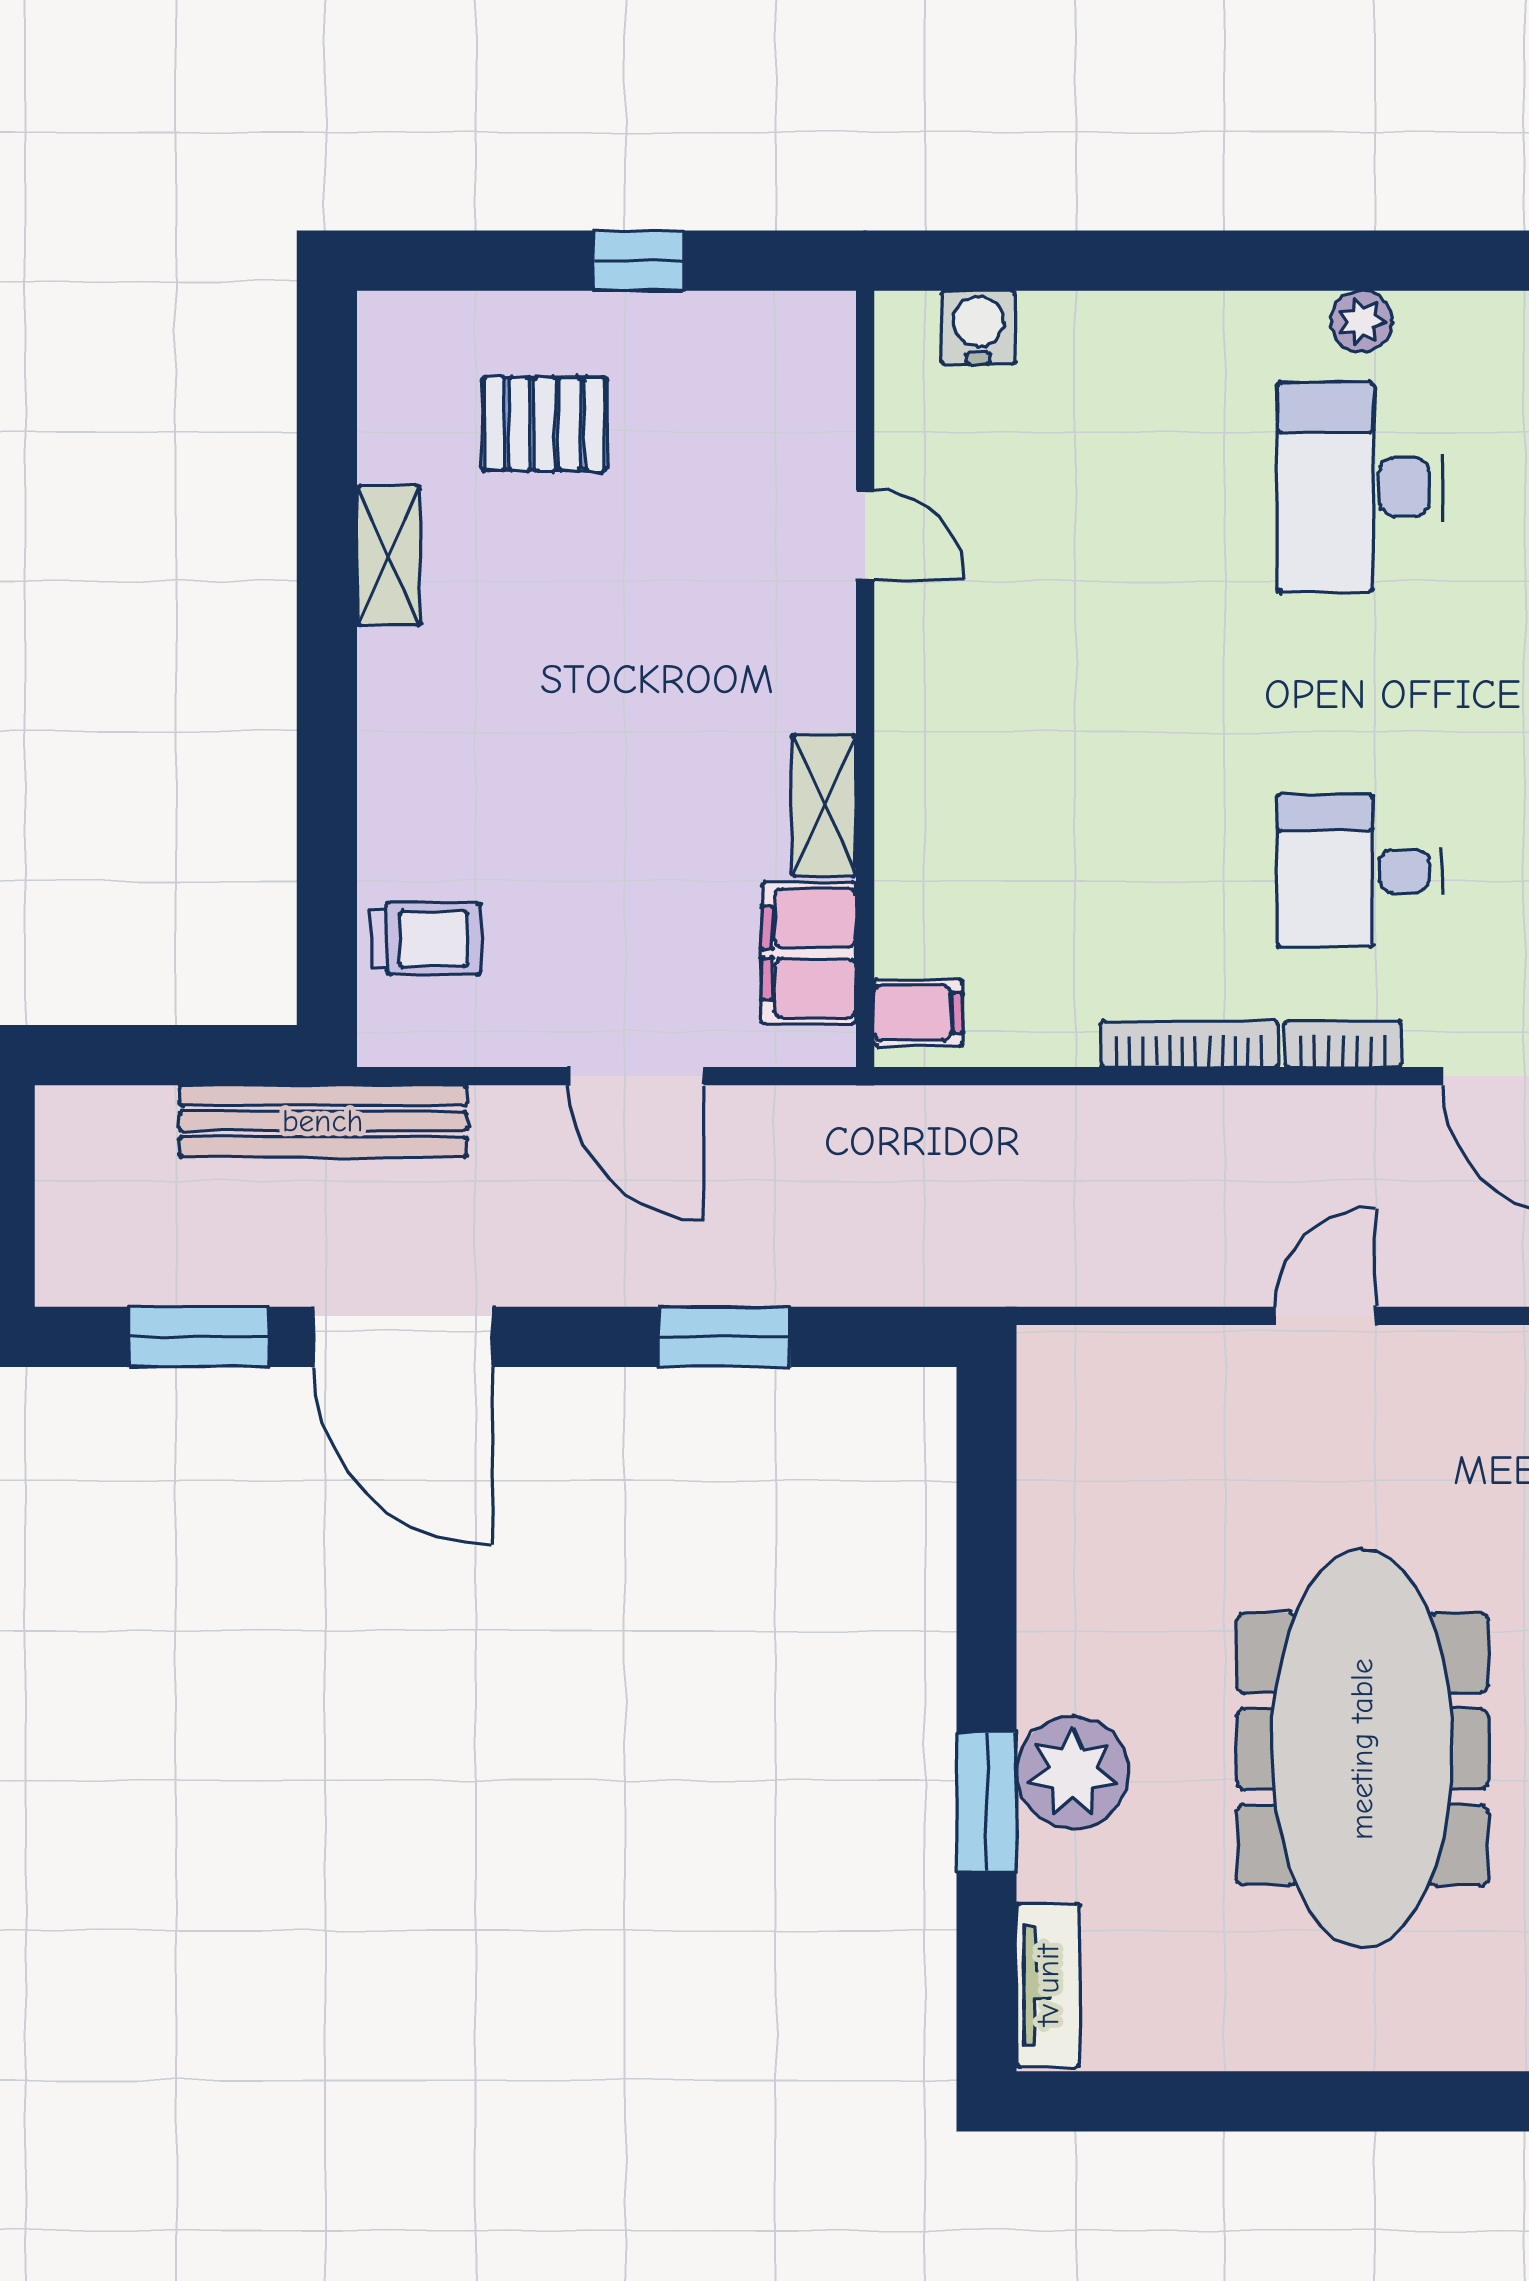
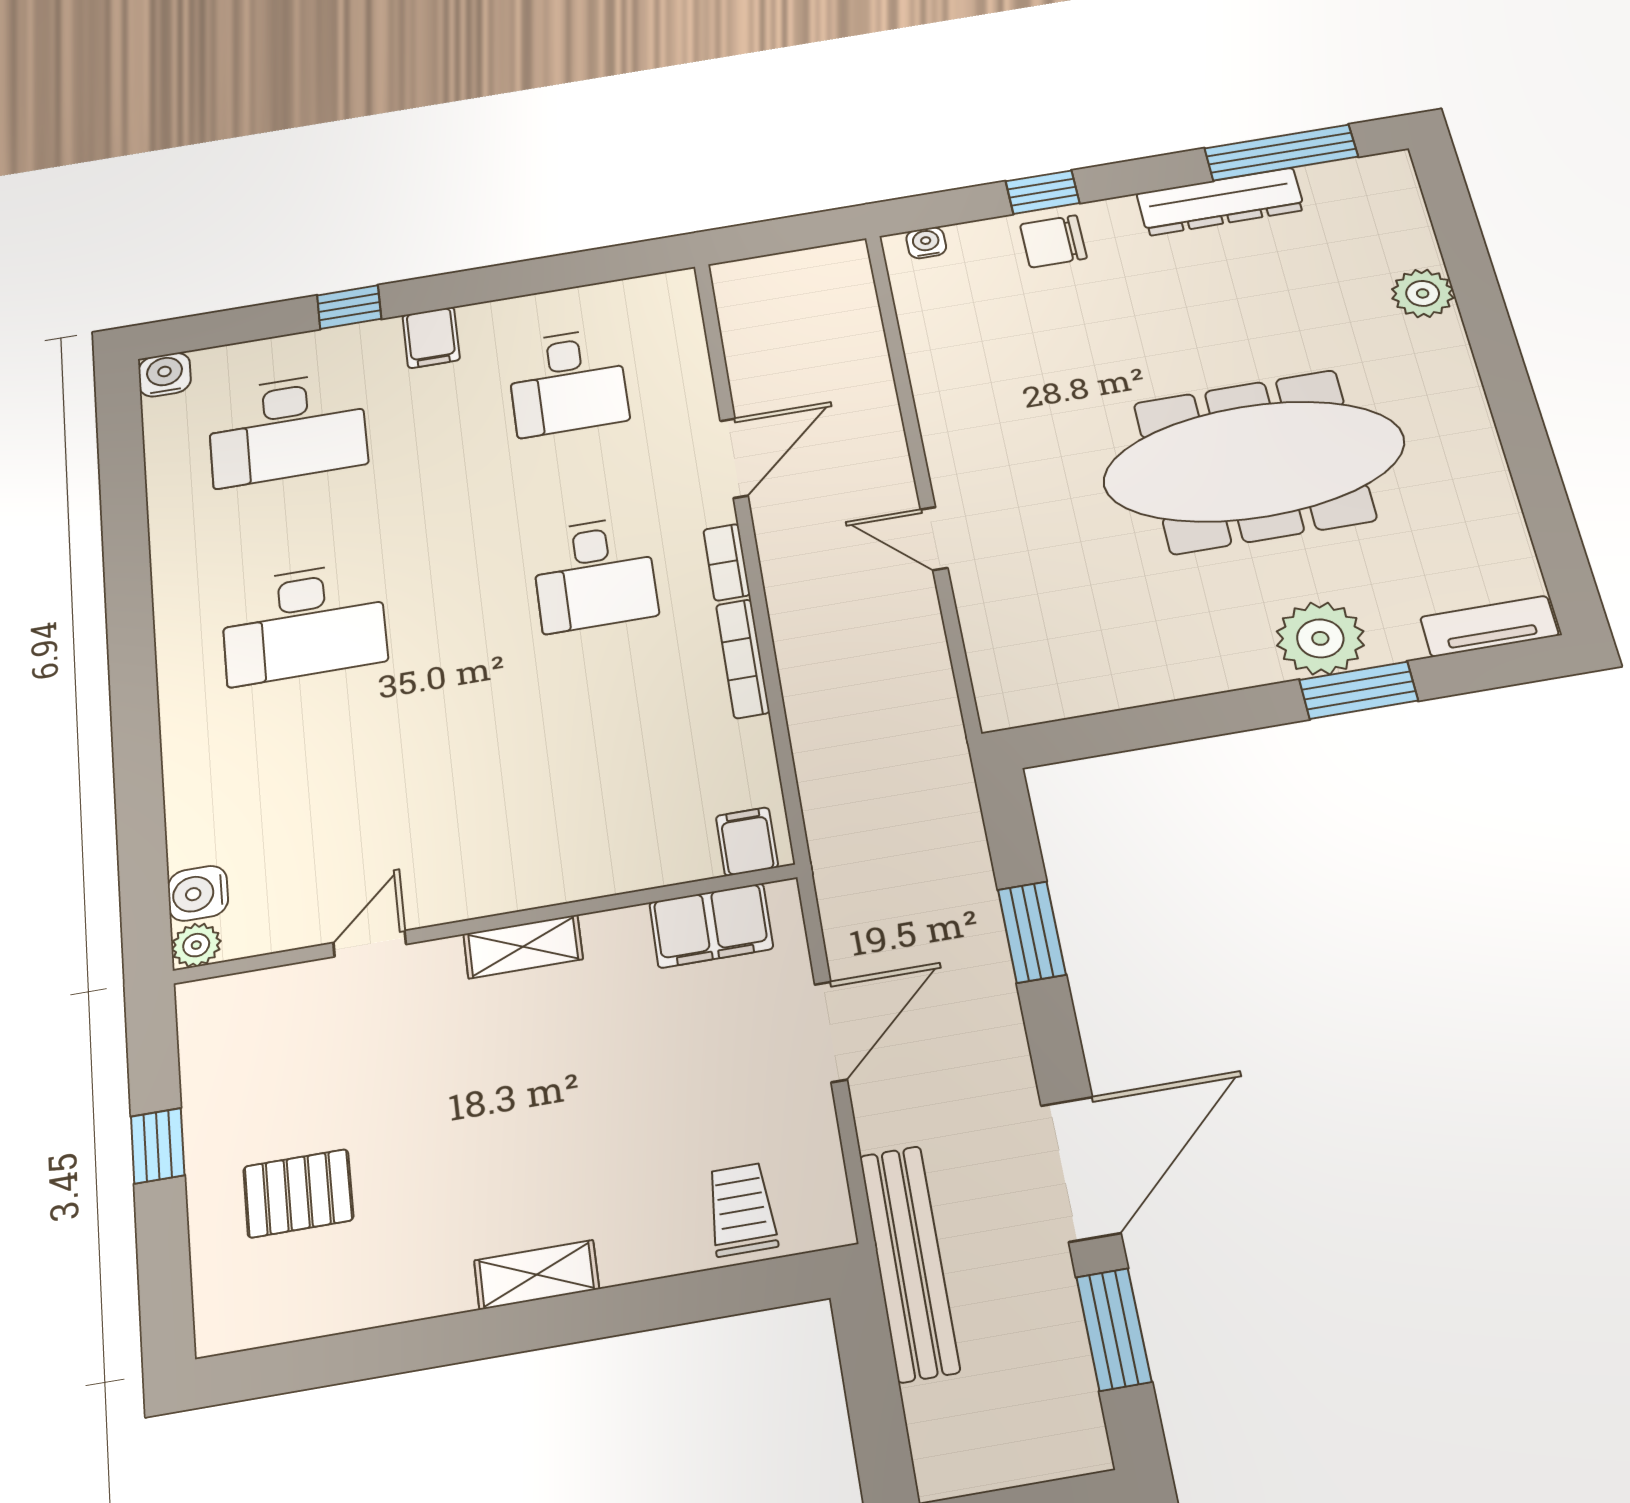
plant: (1361, 321) -> (196, 945), moved
pallet: (544, 424) -> (298, 1193), turned 90
shelving: (388, 556) -> (536, 1275), moved
shelving: (824, 805) -> (523, 947), moved

